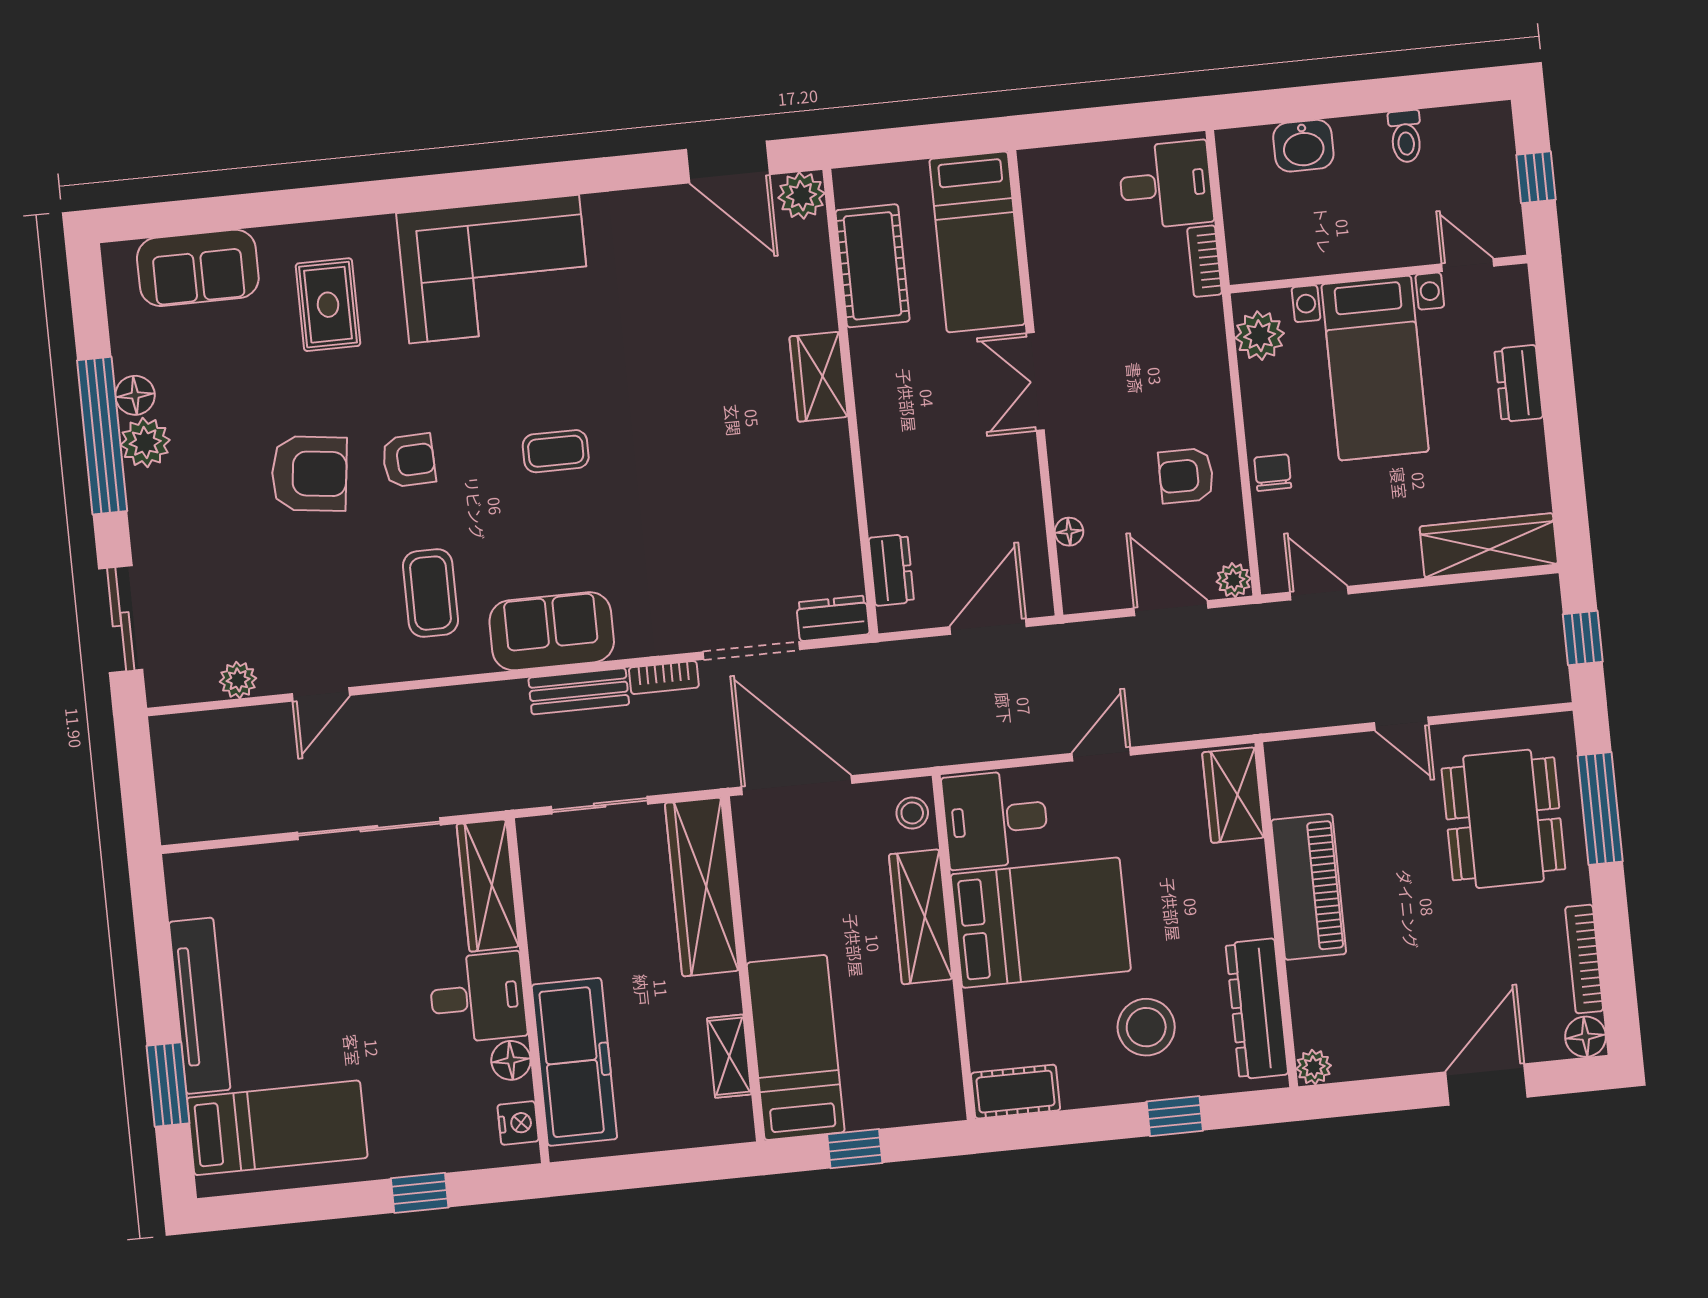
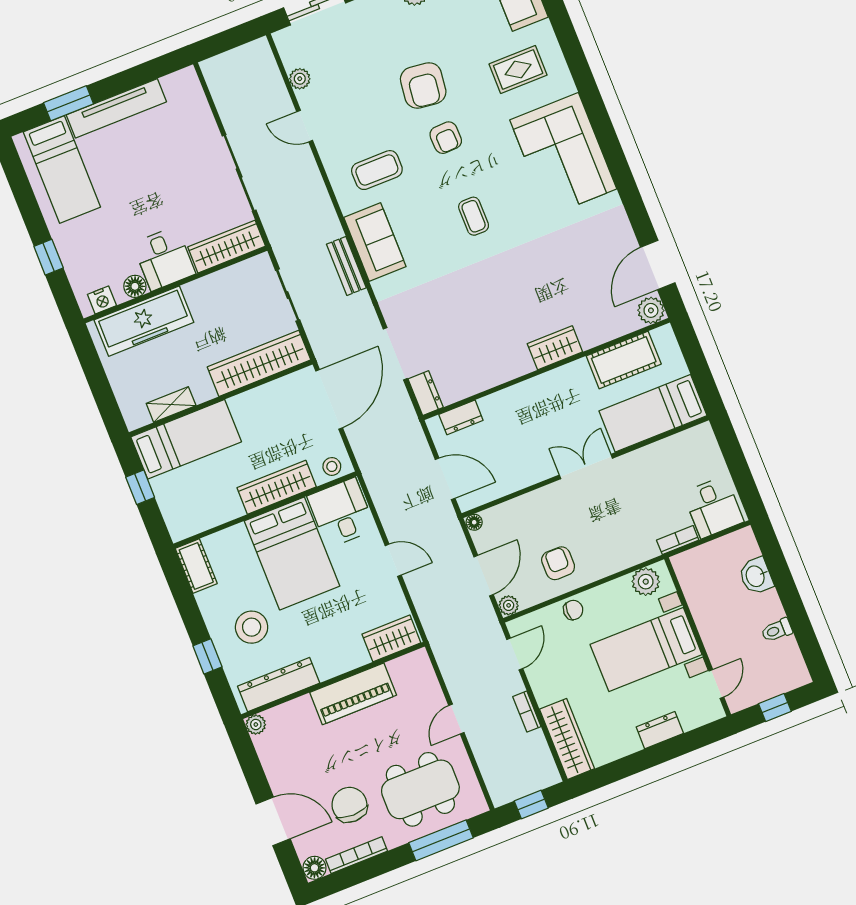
floor lamp: (1069, 532) -> (474, 522), moved
bookcase: (664, 678) -> (527, 712), moved
chair: (1495, 947) -> (349, 805), added

